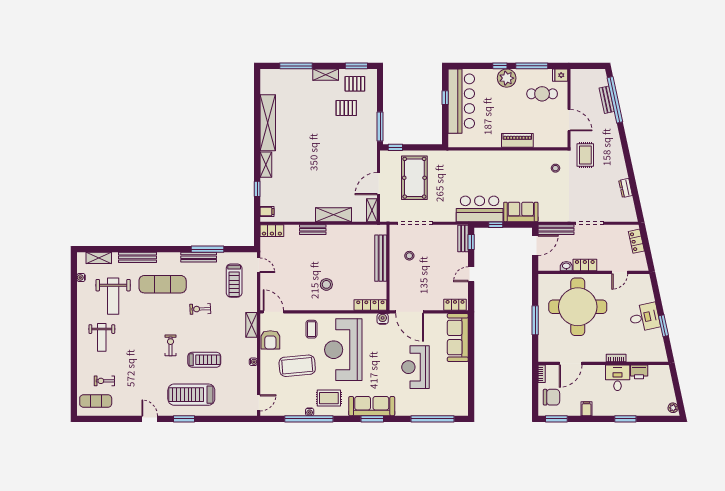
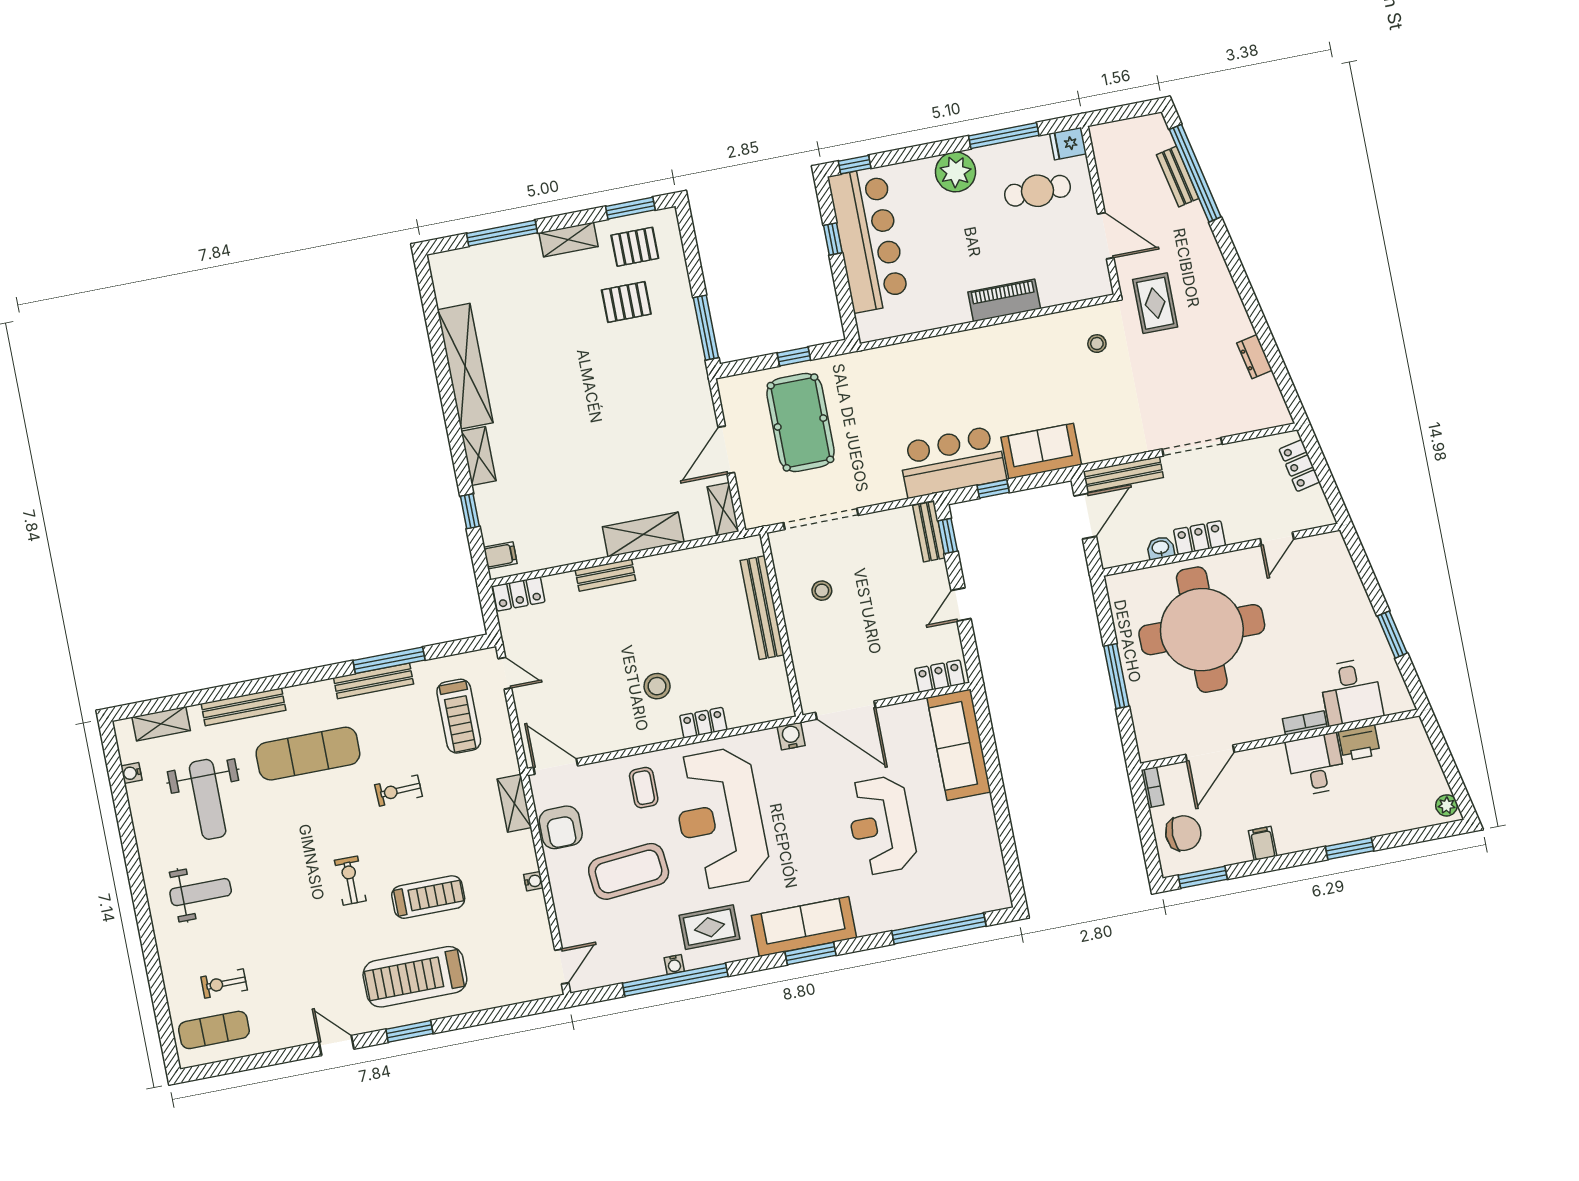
window: (500, 66) -> (855, 165), moved
window: (395, 147) -> (794, 357), moved
locker: (370, 305) -> (703, 723), moved, width x0.66
desk: (644, 317) -> (1351, 692), moved, turned 102
weight bench: (102, 337) -> (201, 892), turned -90

